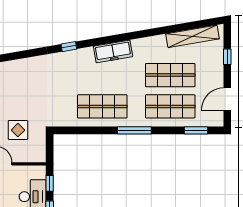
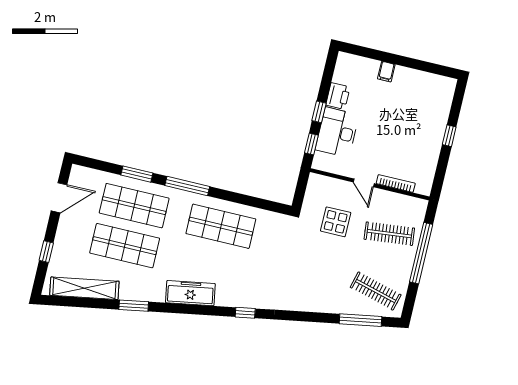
window: (153, 32) -> (134, 306), added
window: (196, 130) -> (137, 174), moved

